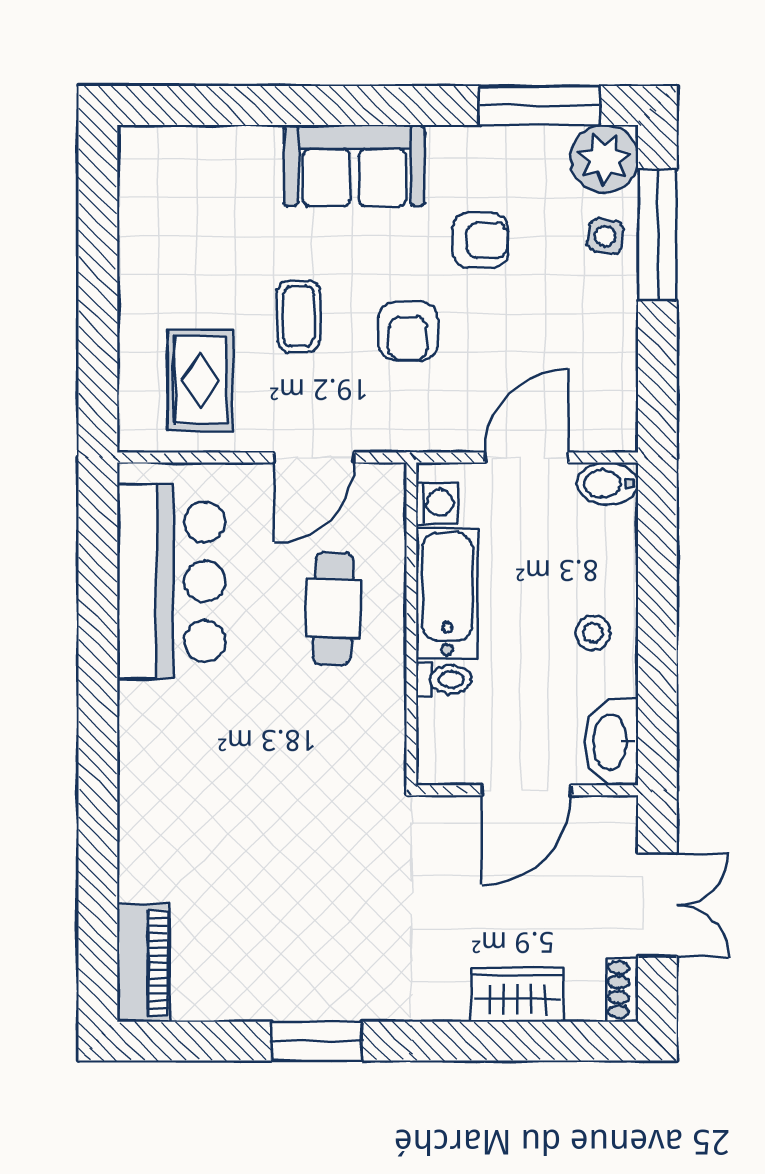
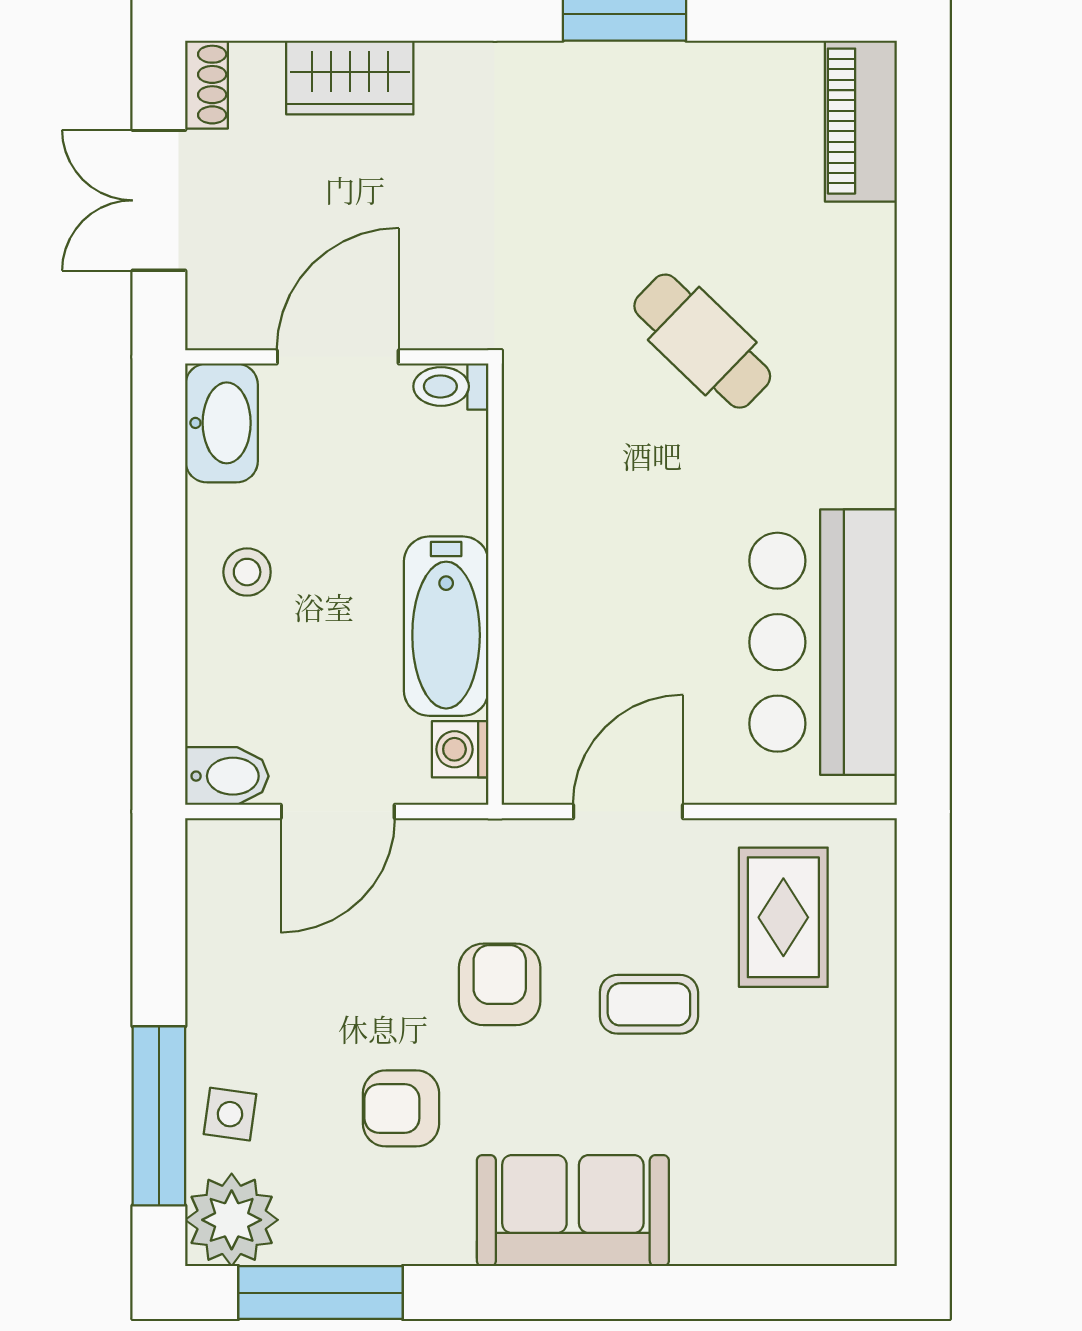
coffee table: (299, 316) -> (649, 1004), turned 90
cafe table: (333, 608) -> (702, 341), moved, turned -48
toilet: (444, 680) -> (451, 386), moved

